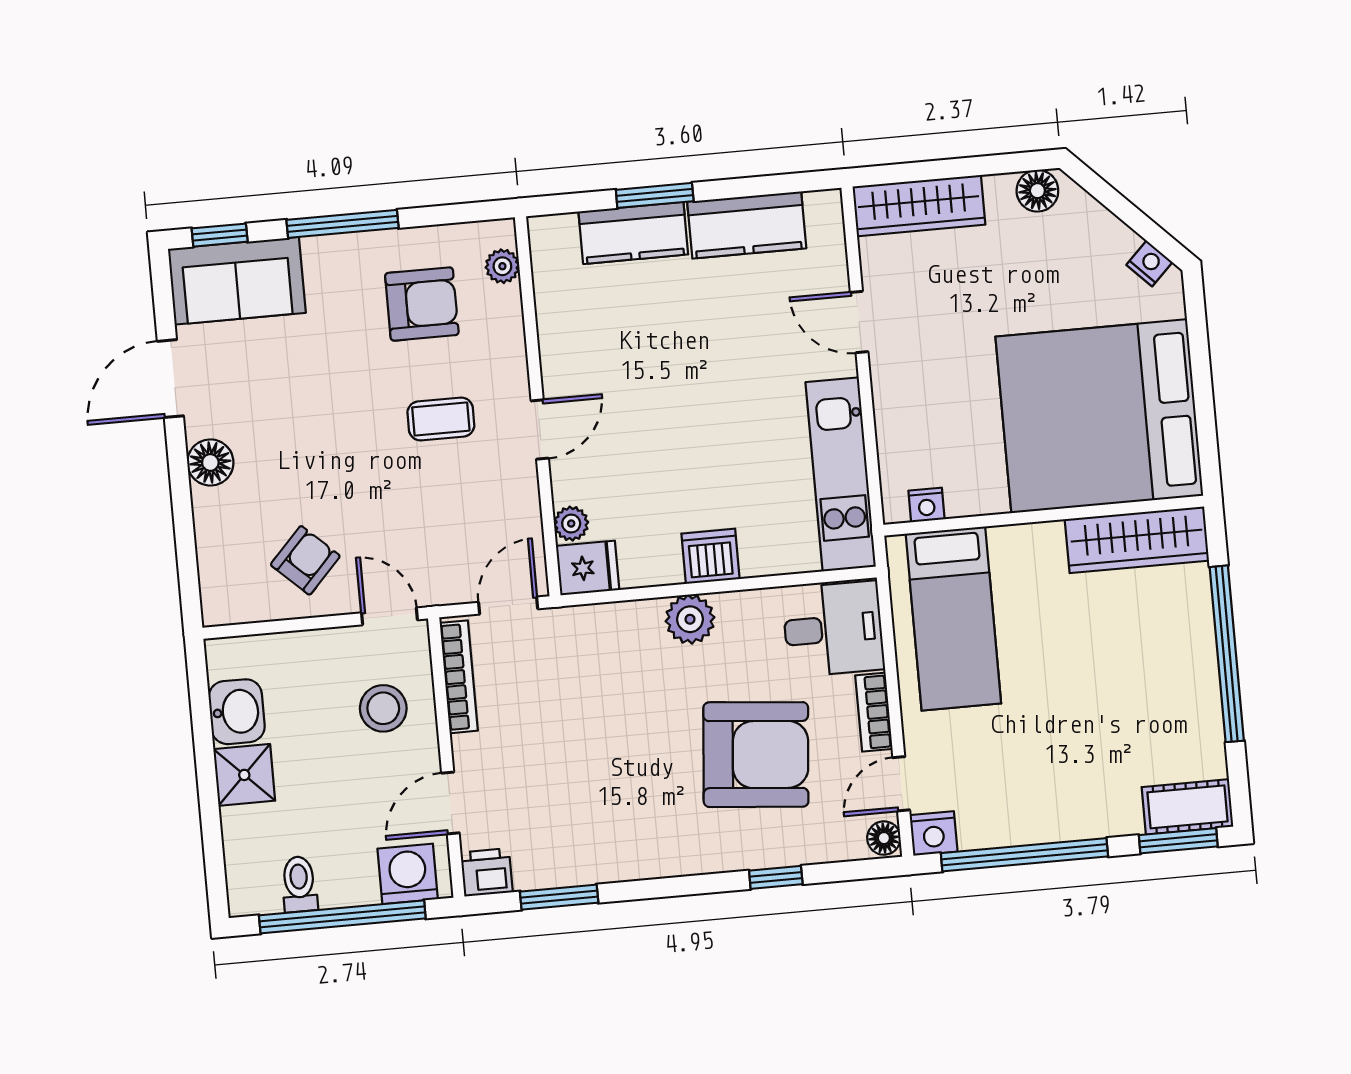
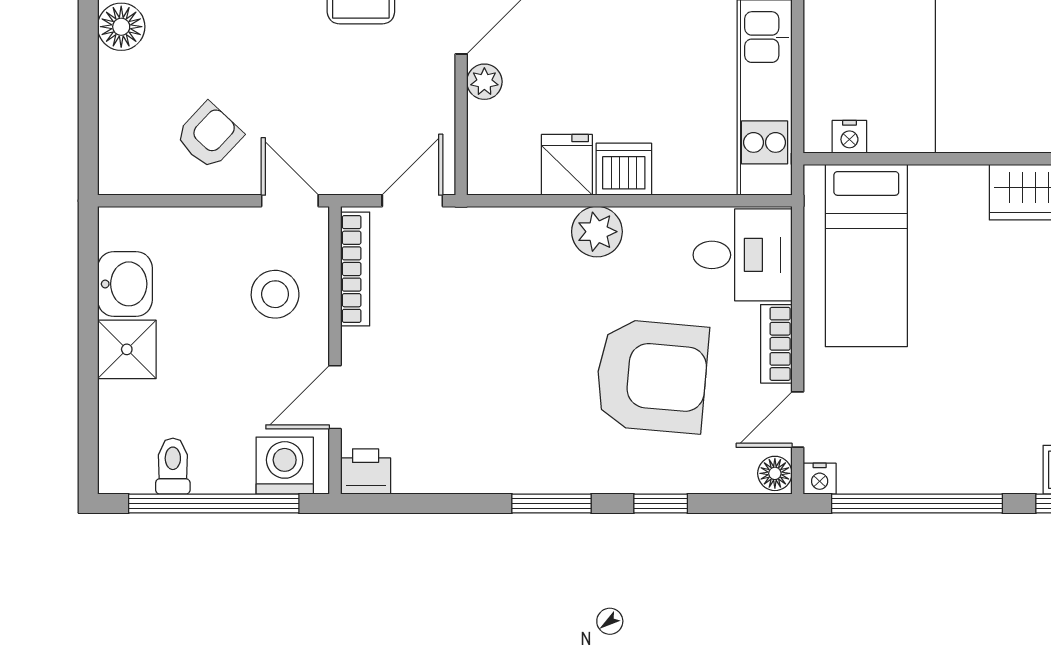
plant: (571, 524) -> (484, 82), moved
fridge: (588, 568) -> (567, 165), moved, turned -90
nightstand: (934, 833) -> (820, 479), width x0.72, depth x0.74
window: (559, 897) -> (551, 504), moved

